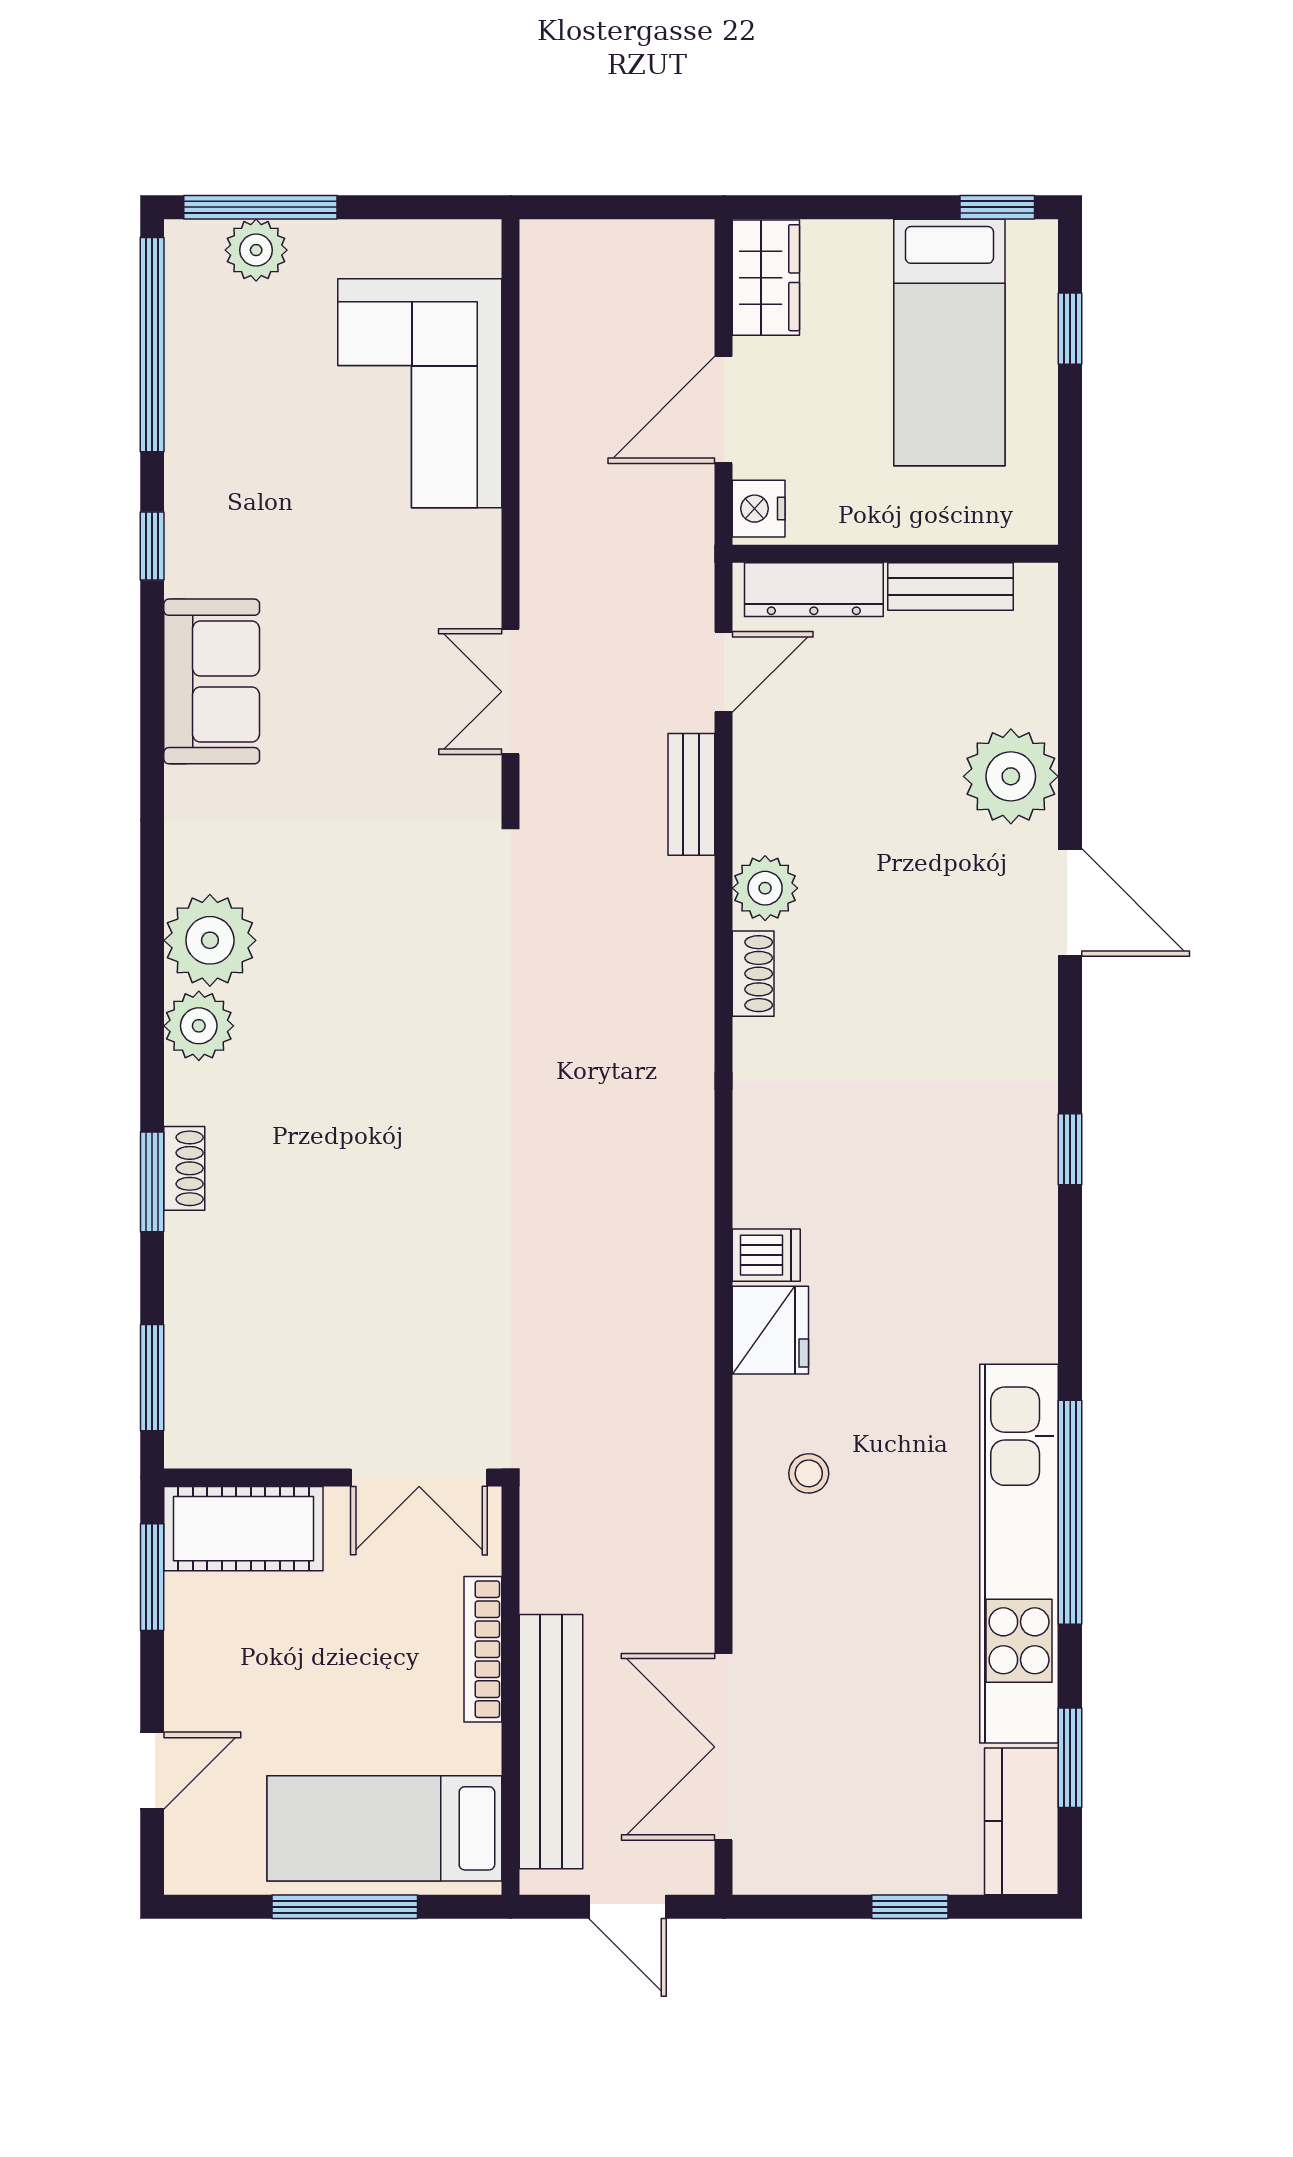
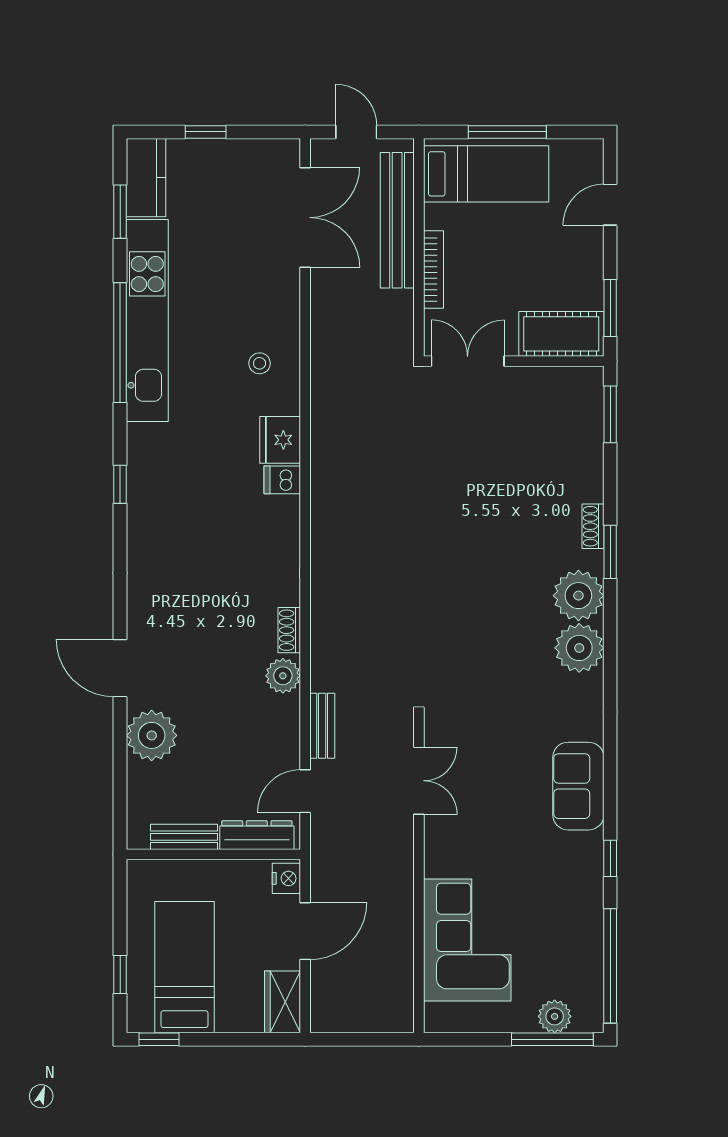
plant: (199, 1026) -> (578, 596), width x1.36, depth x1.36
window: (1070, 1149) -> (120, 484), moved
window: (152, 1182) -> (610, 552), moved

